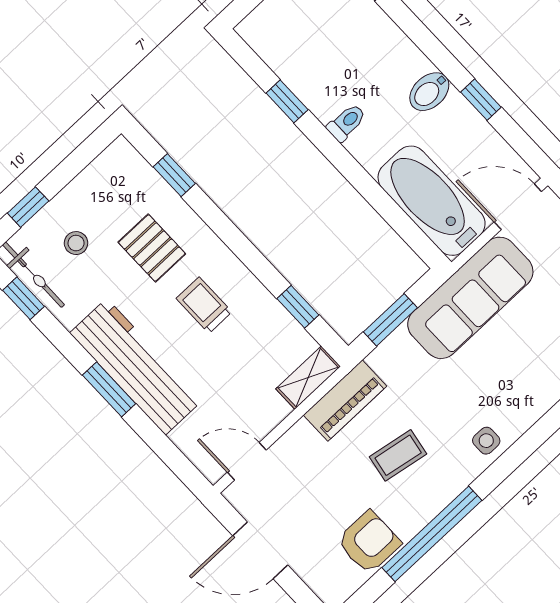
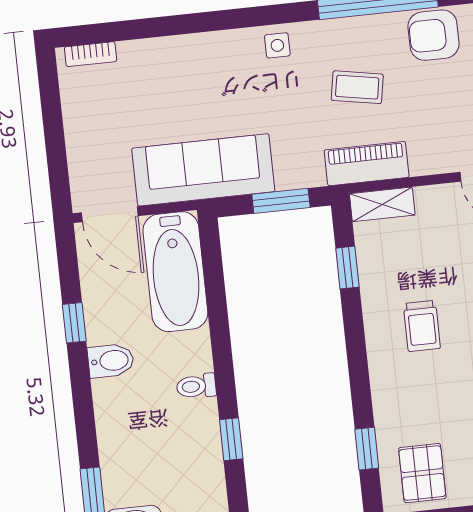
pallet: (152, 248) -> (422, 473), moved

